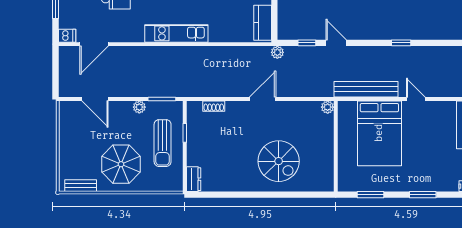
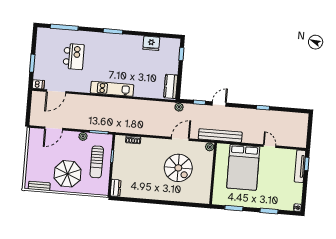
door: (336, 43) -> (219, 104), hinge flipped
bench: (366, 89) -> (220, 136), moved
door: (95, 99) -> (54, 128), hinge flipped
door: (263, 99) -> (180, 139), moved
spiral stairs: (279, 161) -> (178, 168), moved

